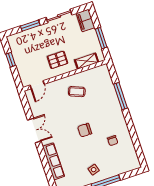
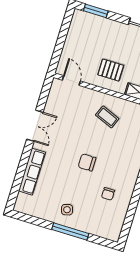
window: (30, 26) -> (96, 11), moved
window: (11, 60) -> (63, 35), removed
door: (37, 85) -> (71, 81), swing flipped

